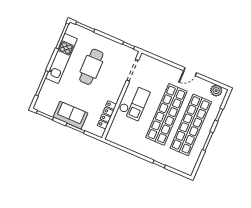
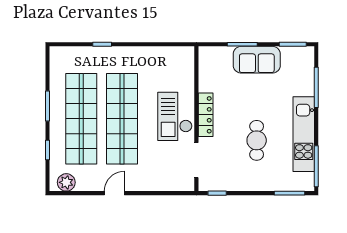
cafe table: (91, 67) -> (257, 140), width x0.73, depth x0.74
locker: (107, 115) -> (206, 115), moved

